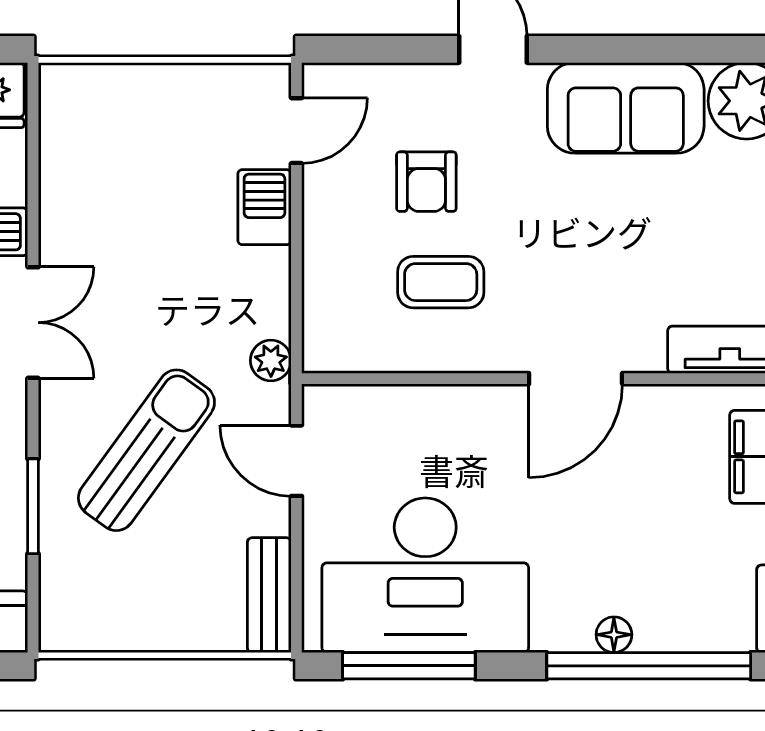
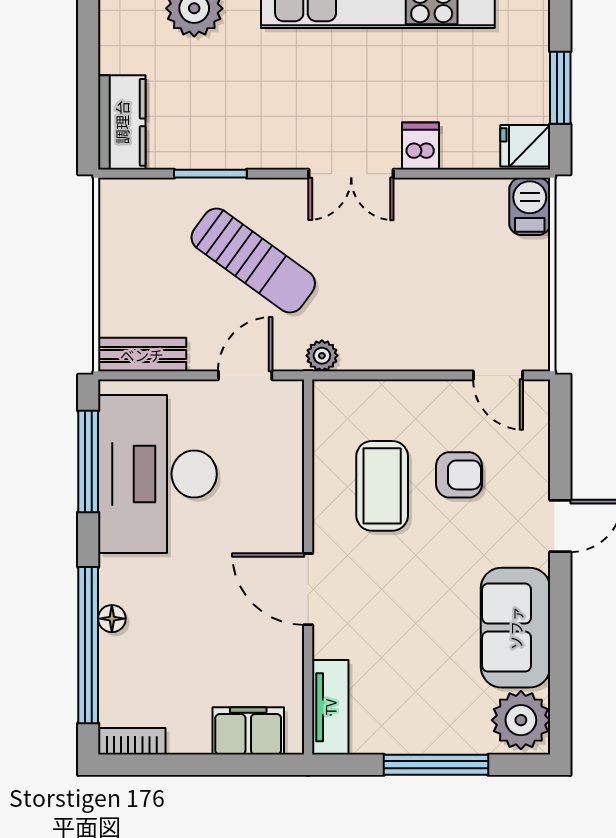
armchair: (426, 182) -> (459, 475), turned 180
barbecue: (264, 207) -> (530, 206), moved, turned -90
coffee table: (441, 282) -> (382, 486), width x1.36, depth x1.30

